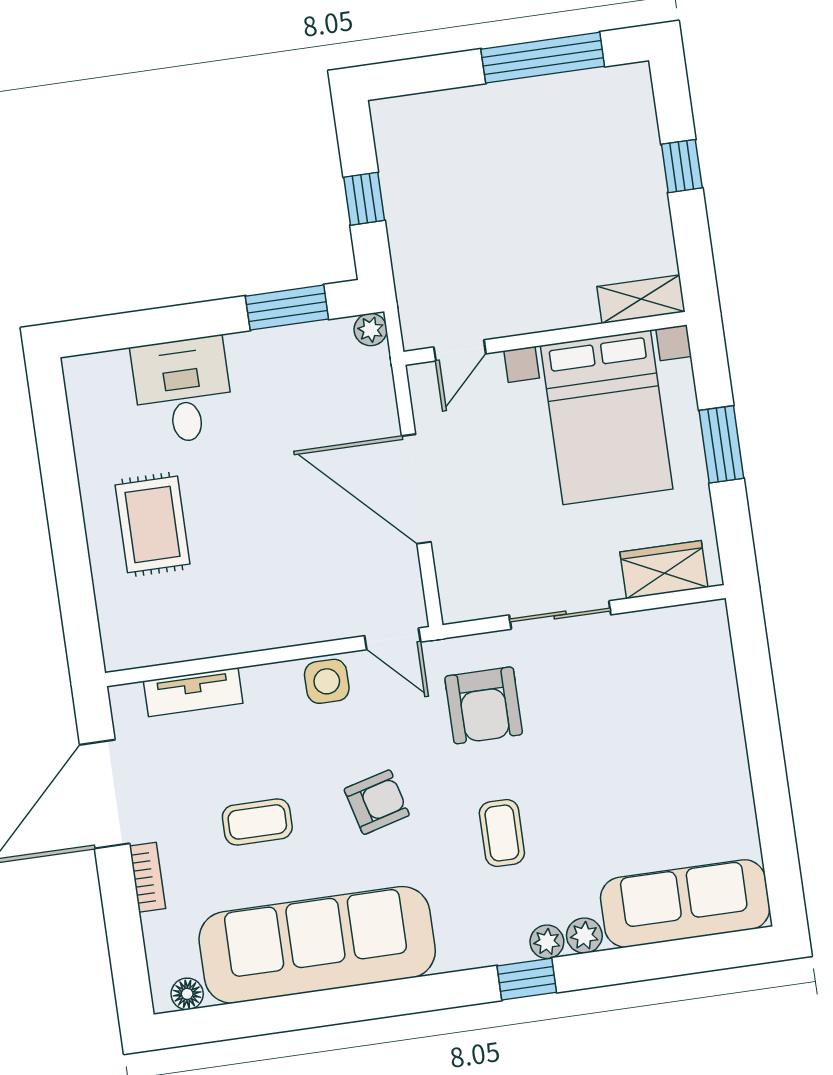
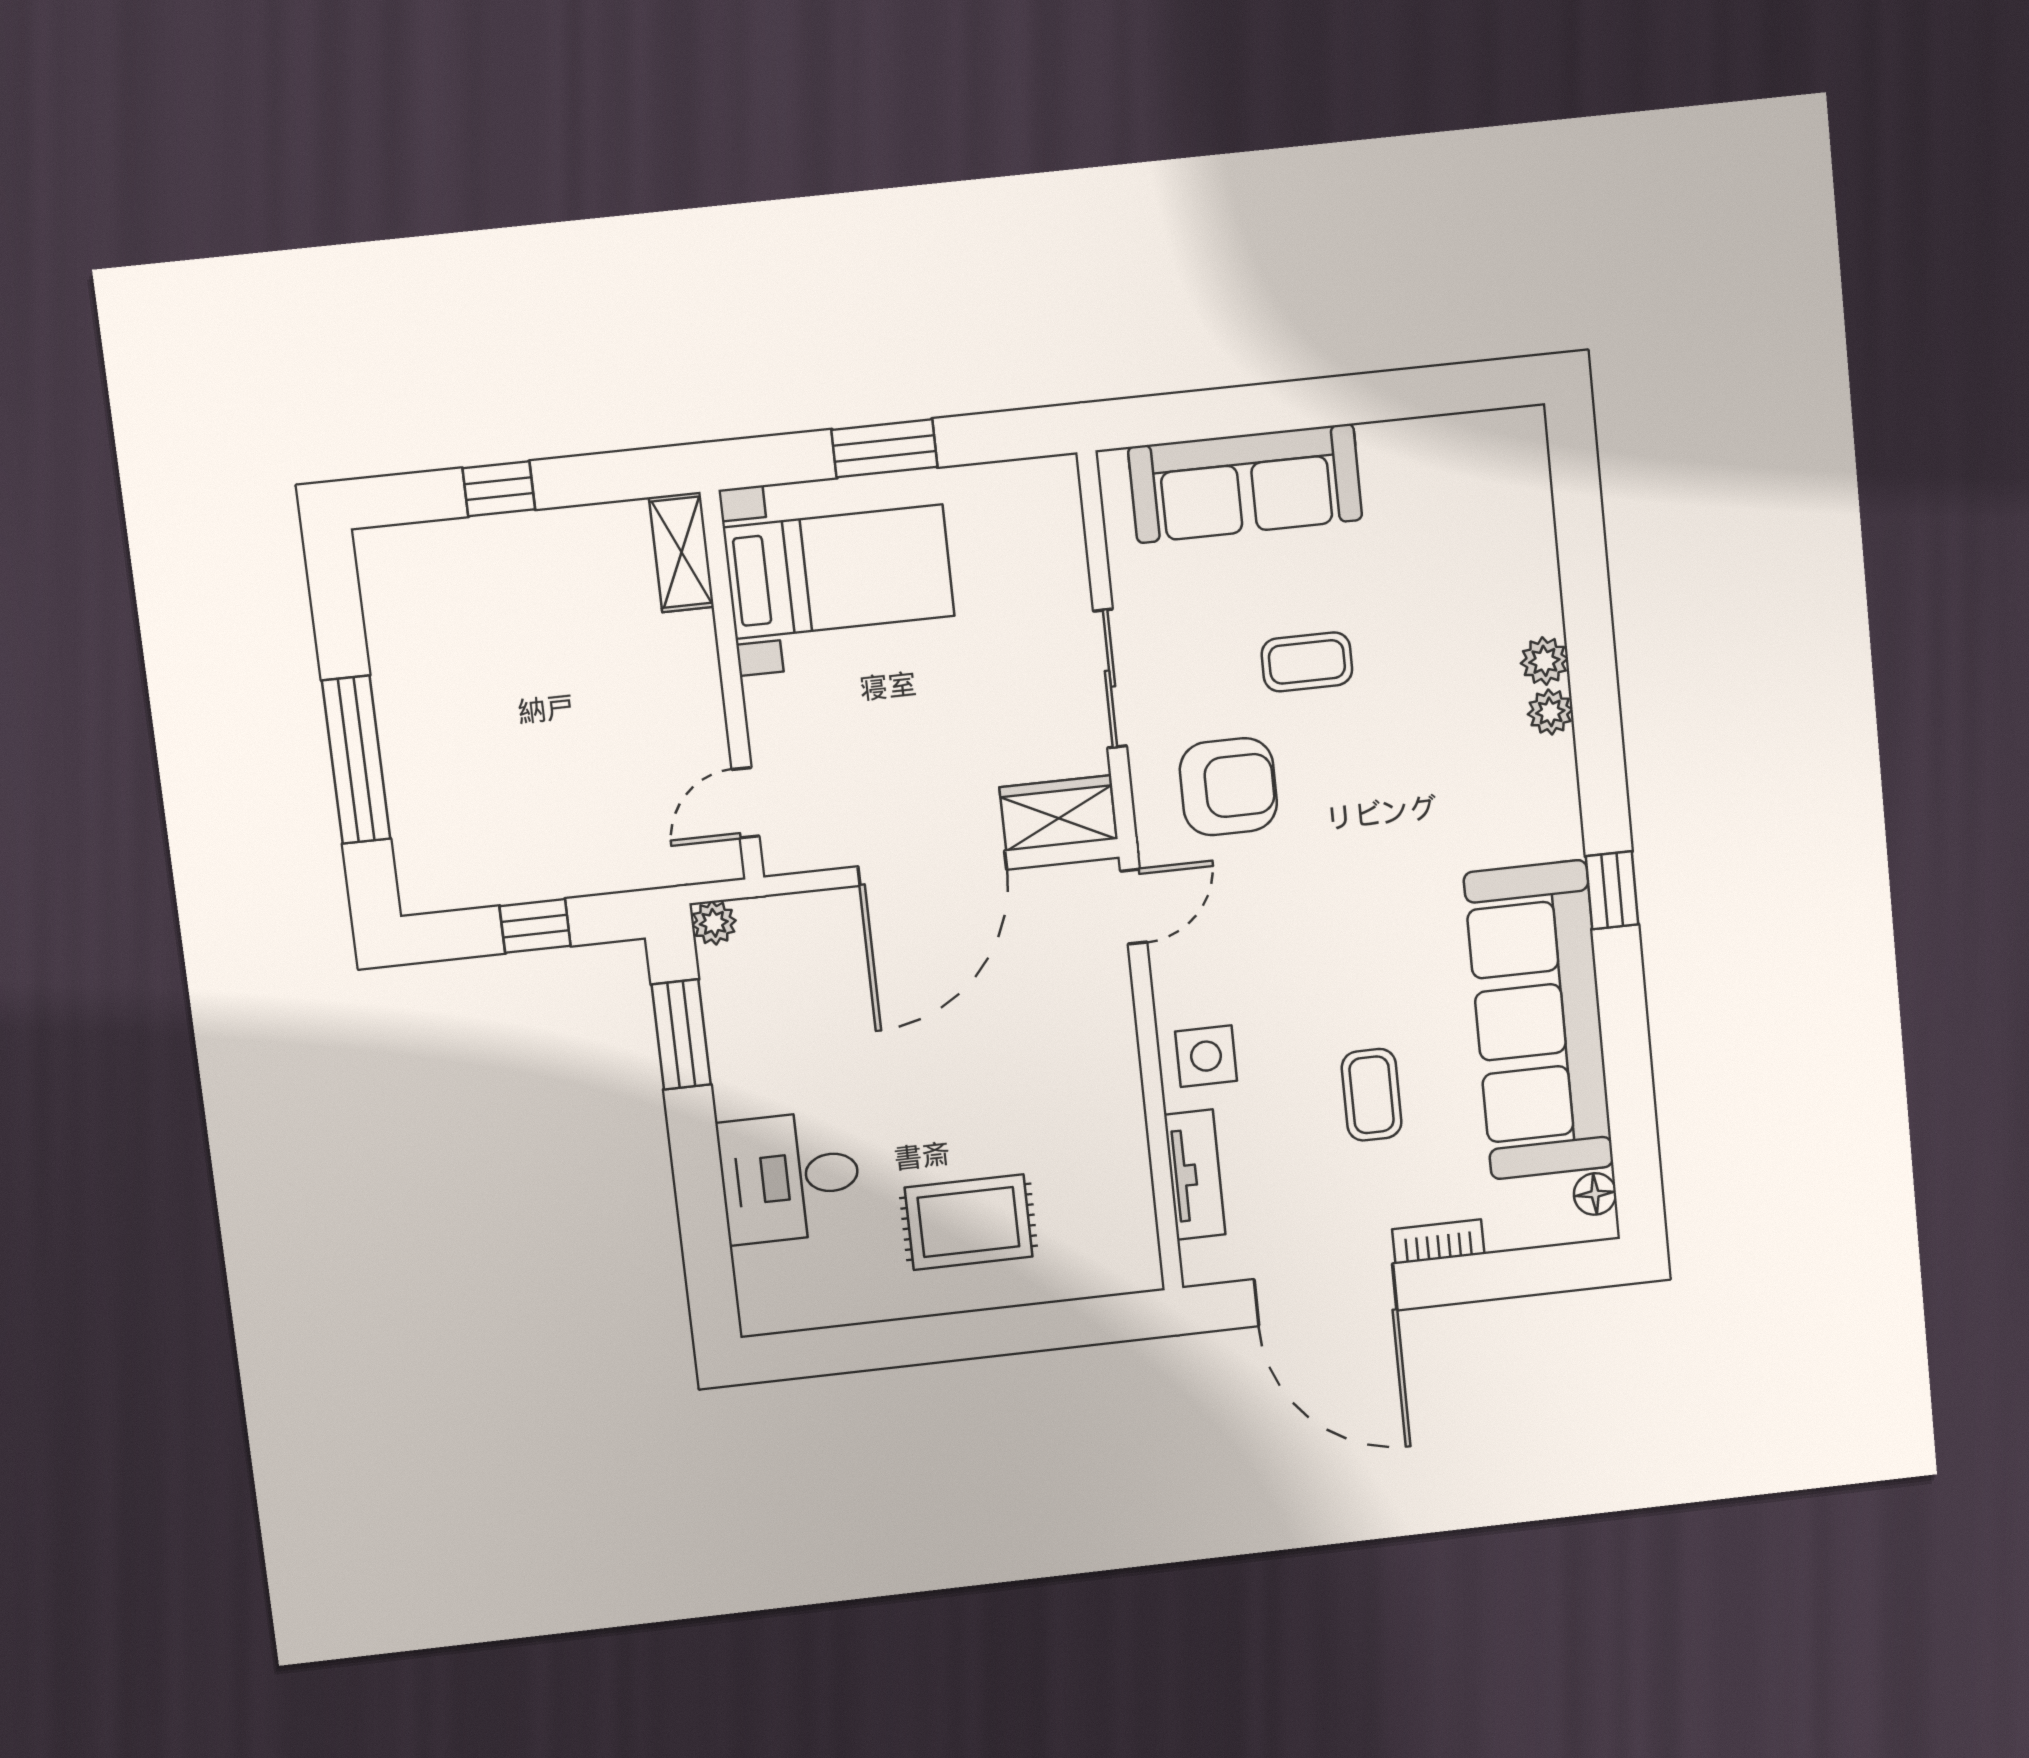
window: (543, 58) -> (356, 760), moved
door: (460, 350) -> (746, 803), swing flipped
bed with nightstands: (607, 417) -> (839, 572), width x0.73
wardrobe: (664, 570) -> (1058, 813), moved, turned 90
side table: (327, 681) -> (1206, 1056), moved
armchair: (377, 802) -> (1352, 935), removed
coffee table: (502, 833) -> (1307, 662), moved
sofa: (685, 903) -> (1245, 483), moved, turned -90
window: (527, 979) -> (1612, 890), moved

